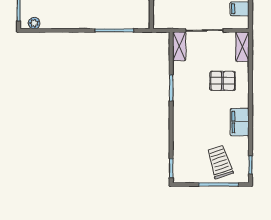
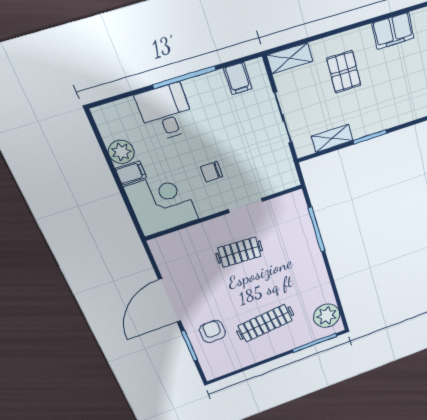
plant: (34, 23) -> (327, 316), width x1.88, depth x1.88
shelving: (179, 46) -> (332, 138), moved

